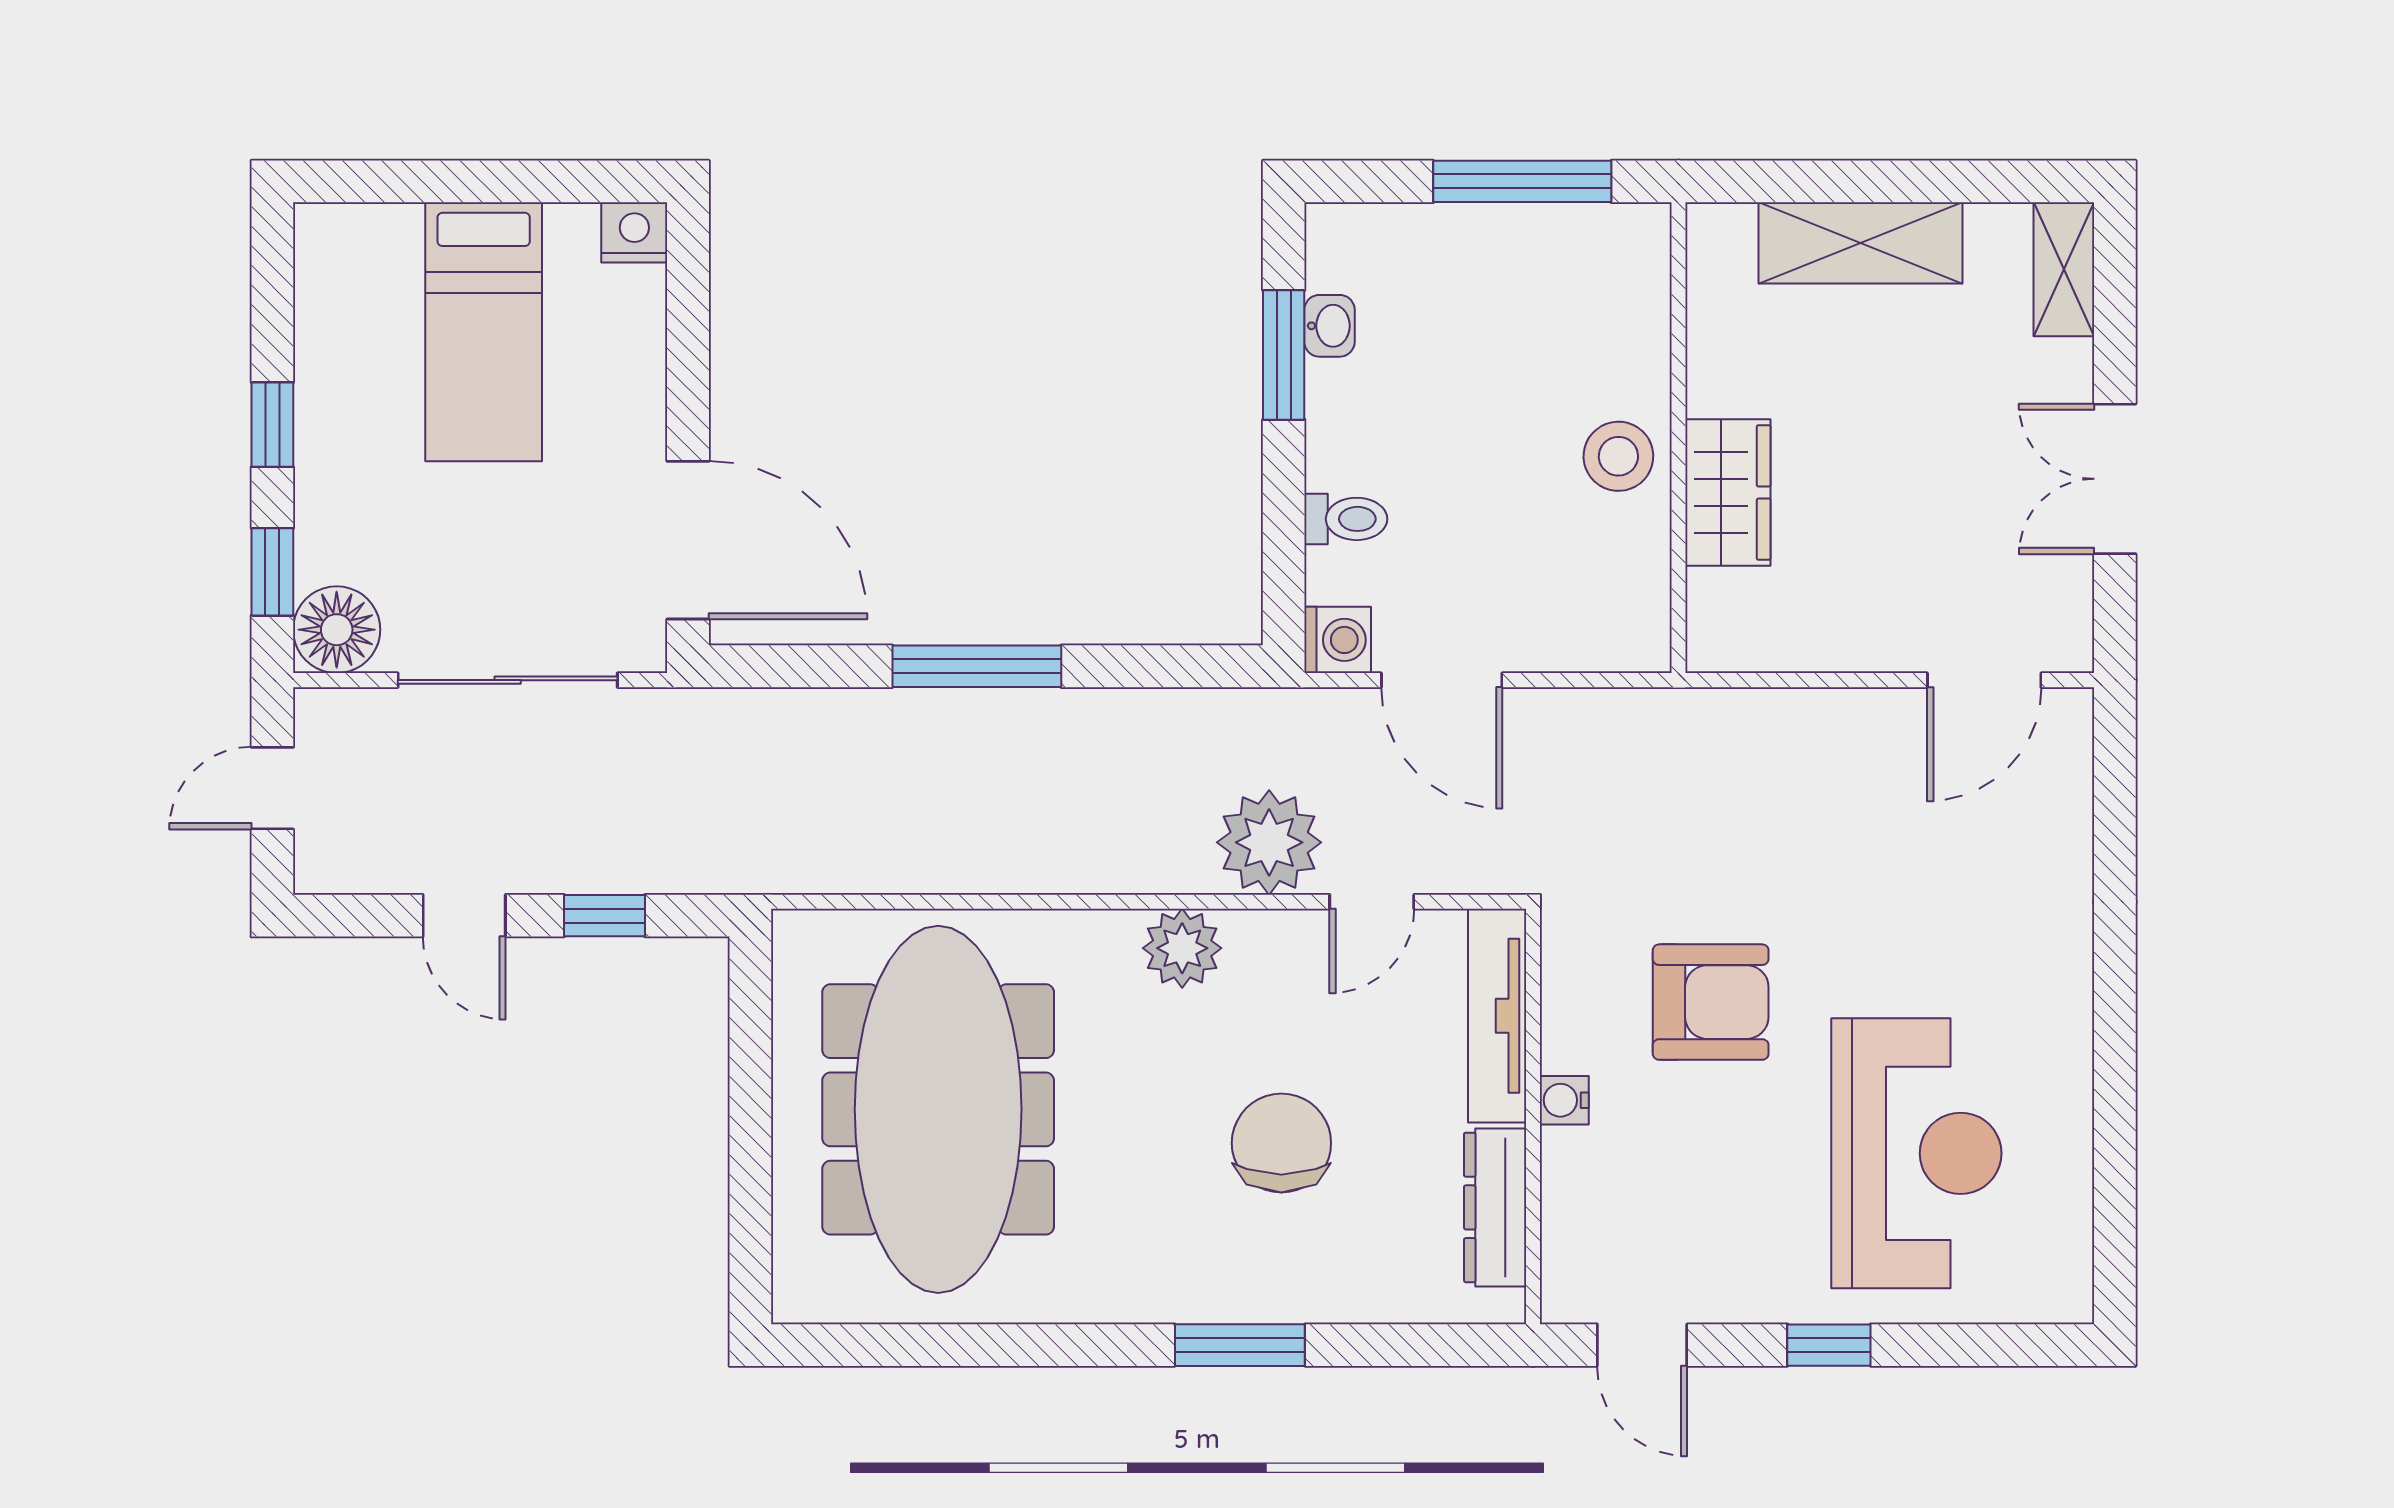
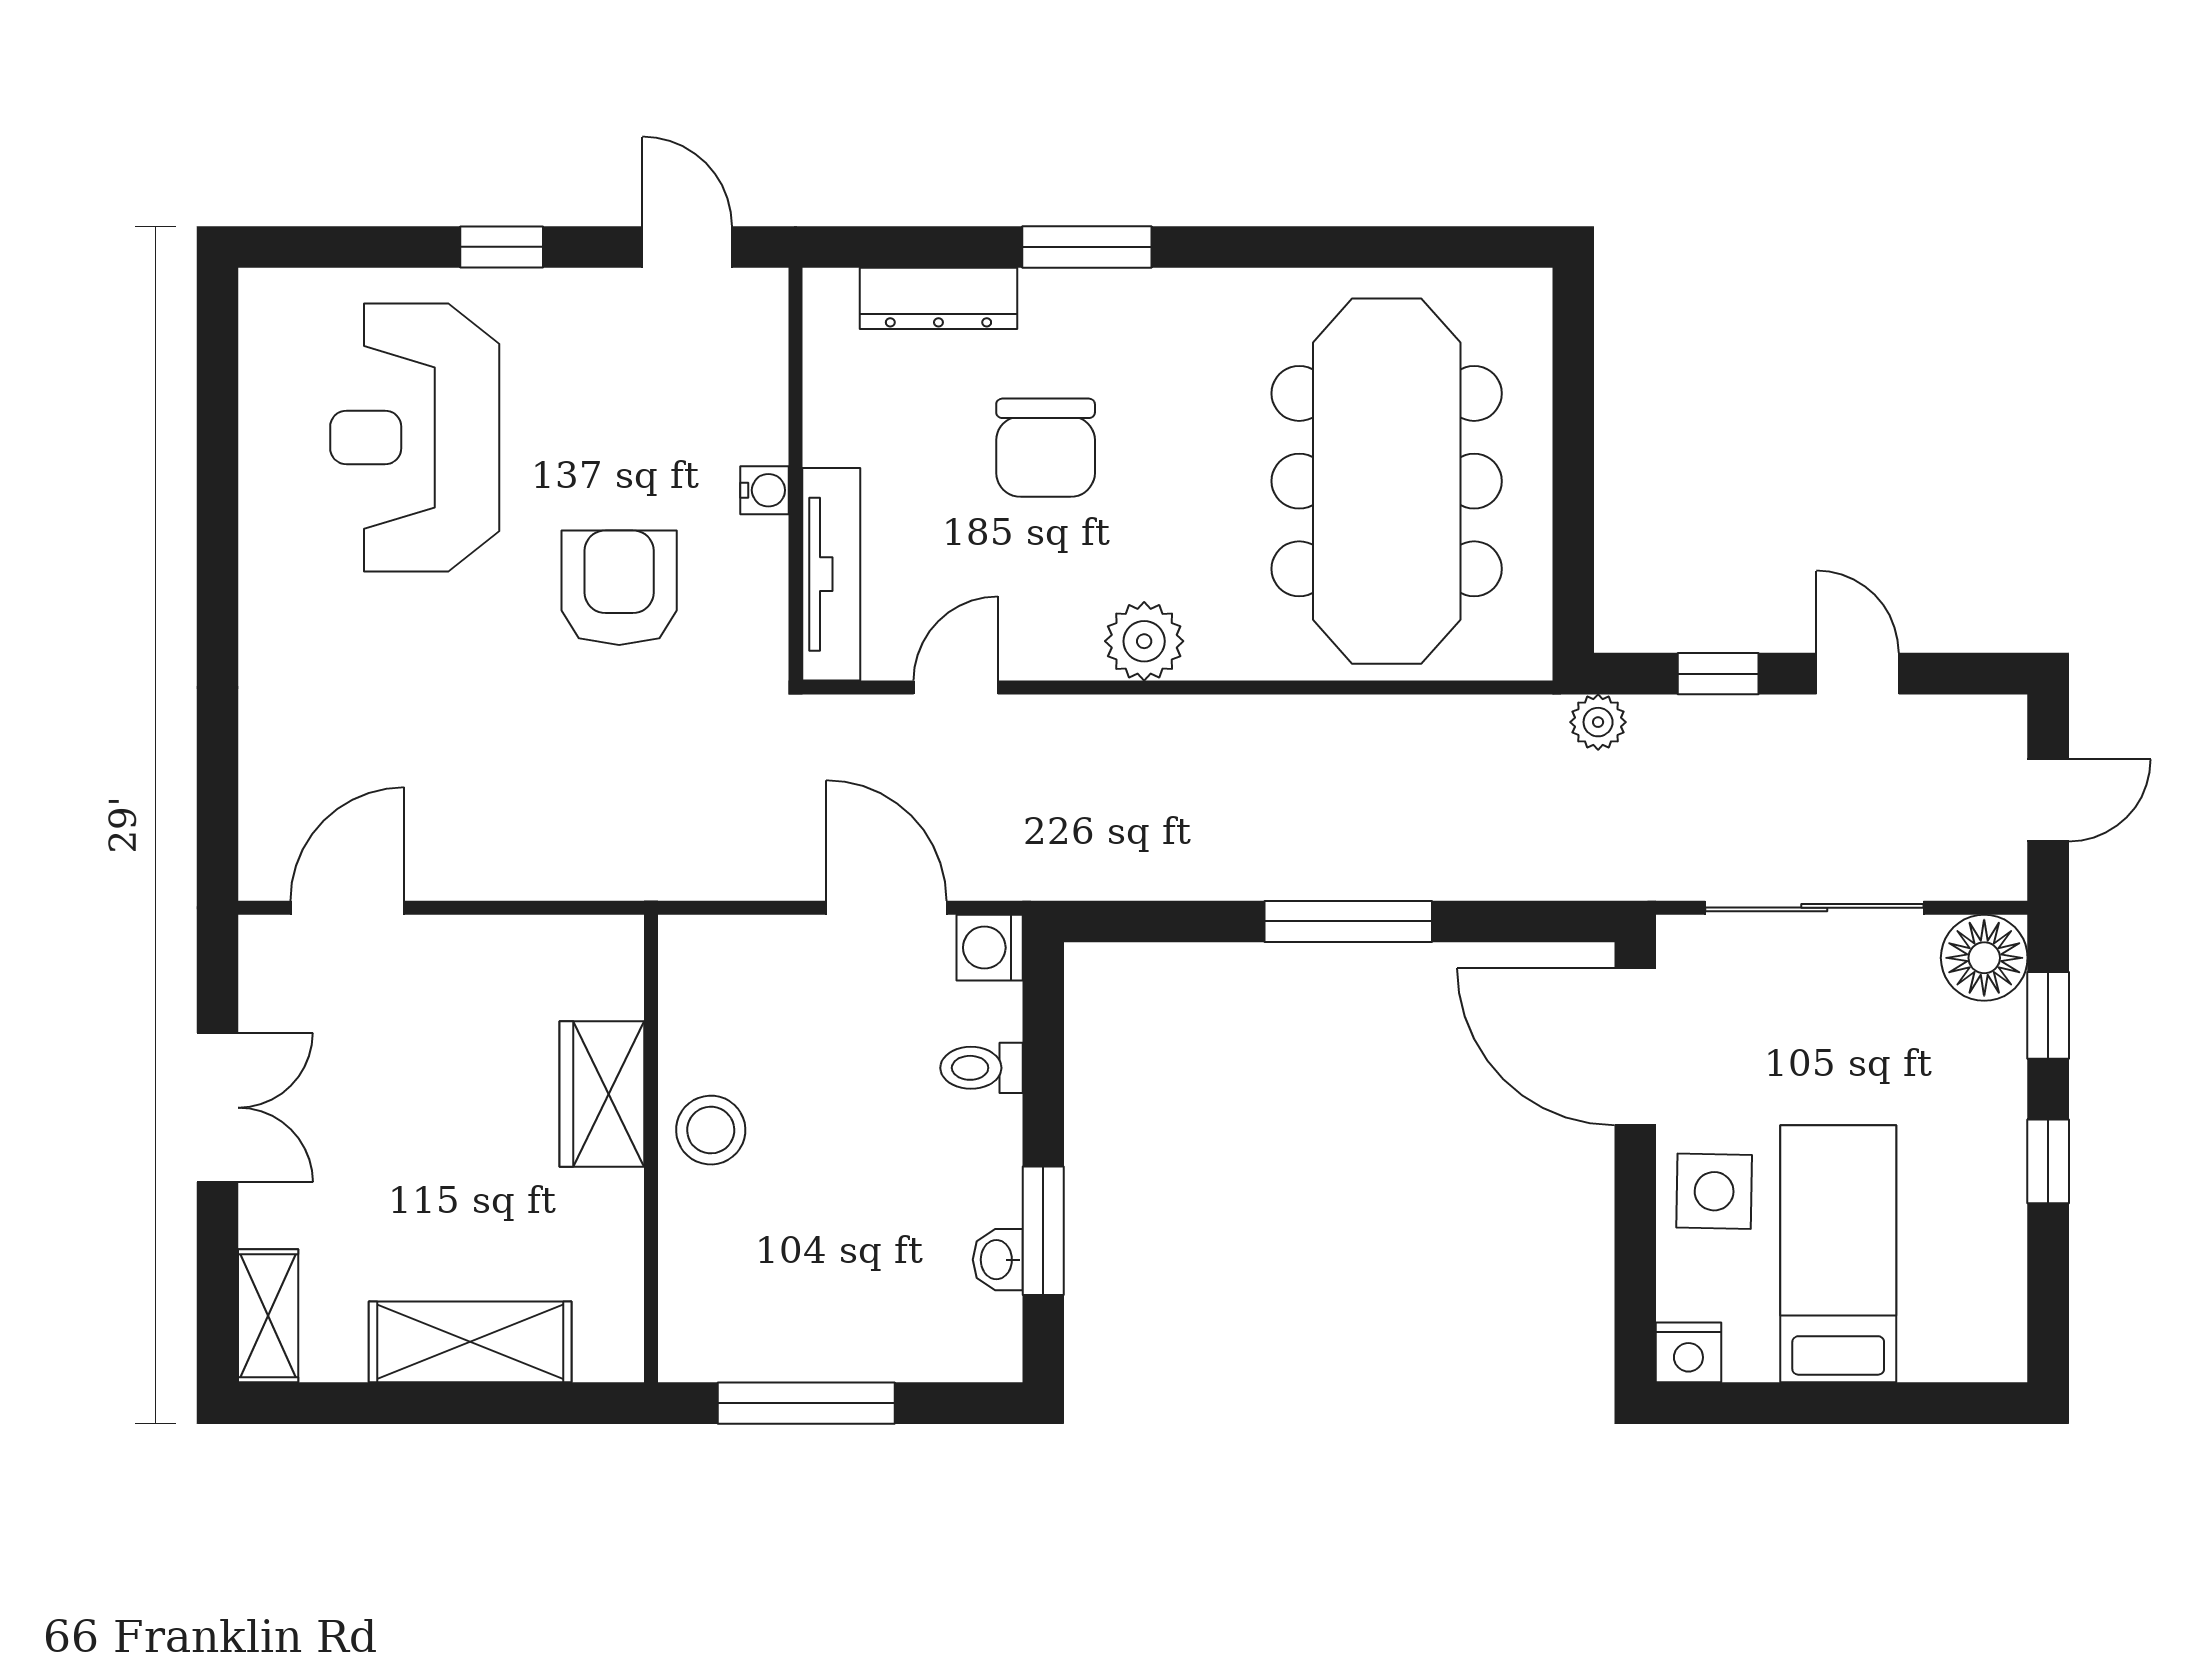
side table: (609, 395) -> (1714, 1191), added
plant: (1269, 842) -> (1598, 722), moved, width x0.53, depth x0.53
armchair: (1711, 1002) -> (619, 588), turned 90
dresser: (1495, 1207) -> (938, 298), moved, turned 90

